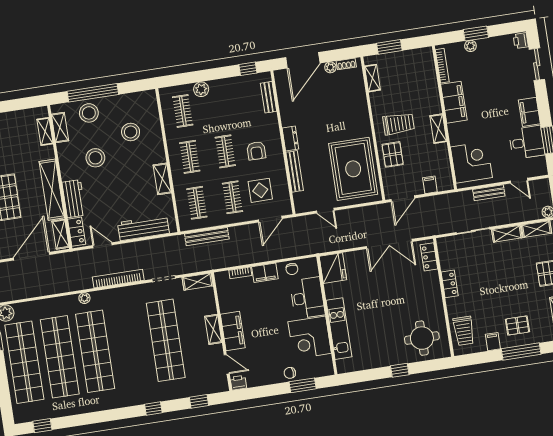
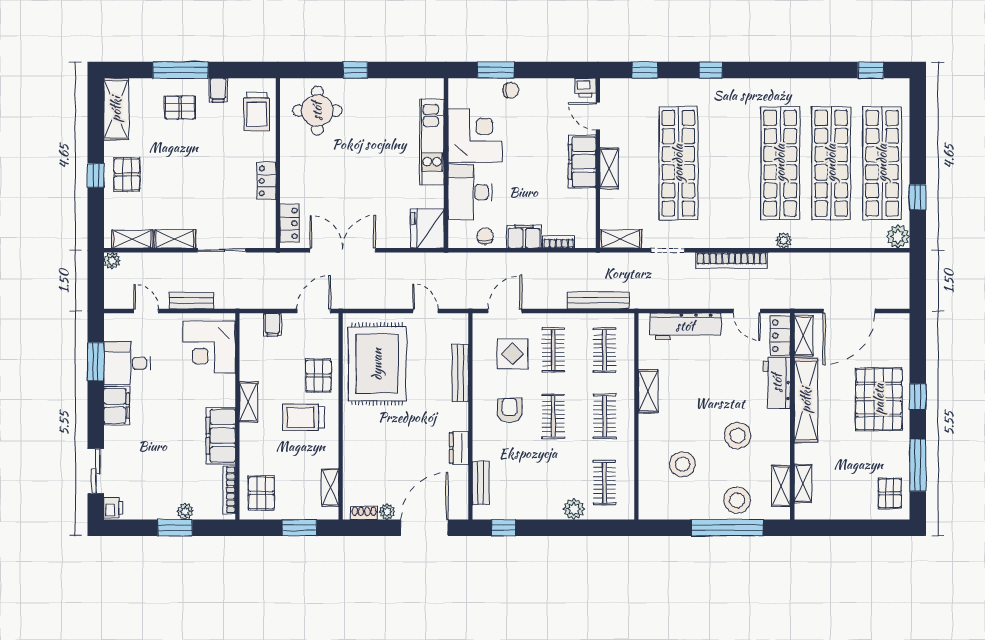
pallet: (420, 67) -> (261, 493), added
dresser: (290, 138) -> (459, 448), moved
trolley: (464, 331) -> (257, 112), turned 180

